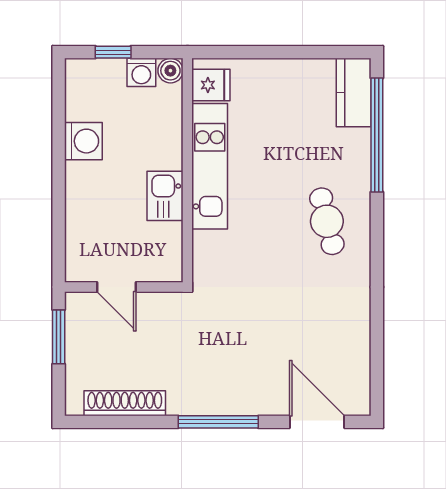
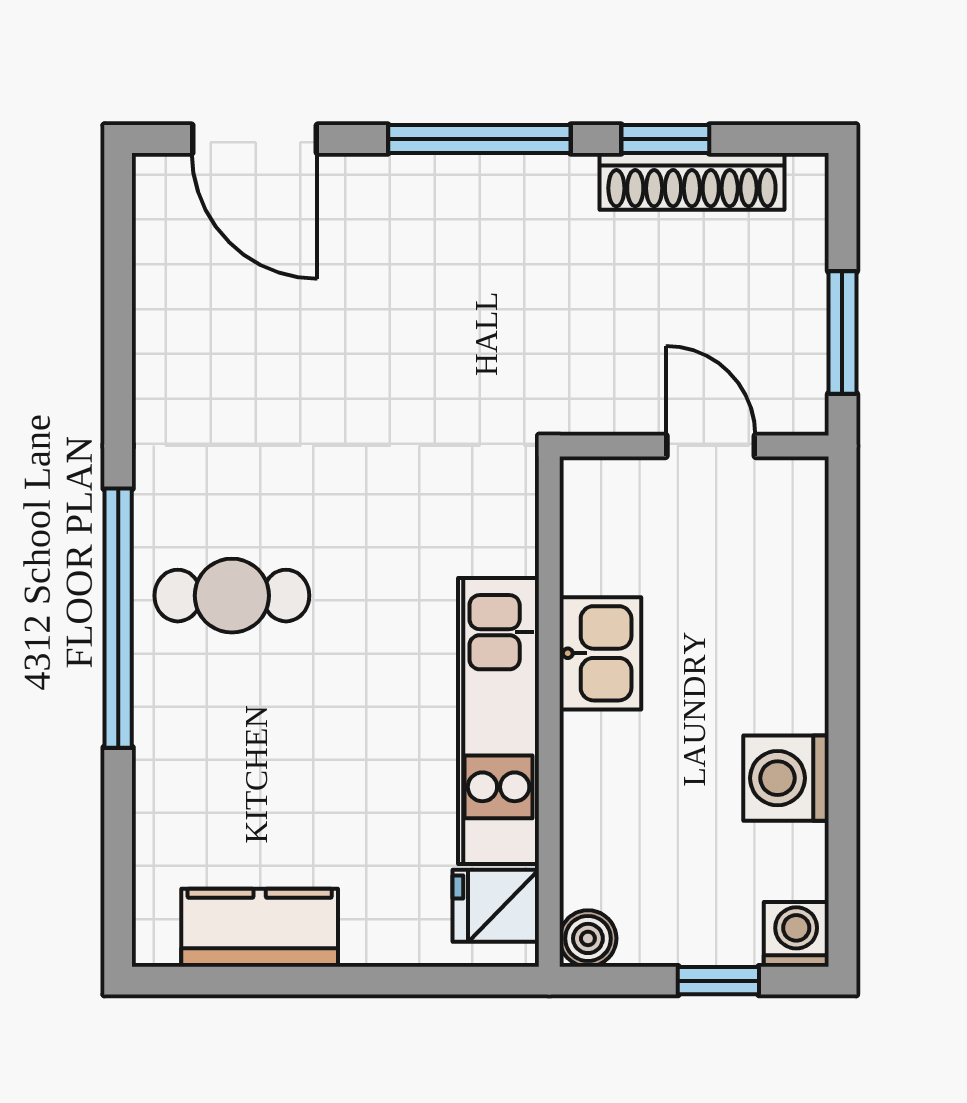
washing machine: (141, 72) -> (796, 934), moved
kitchen counter: (354, 93) -> (260, 928), moved, turned -90
window: (377, 135) -> (118, 618), moved
cafe table: (327, 221) -> (232, 596), turned -76
window: (136, 422) -> (665, 139), added

